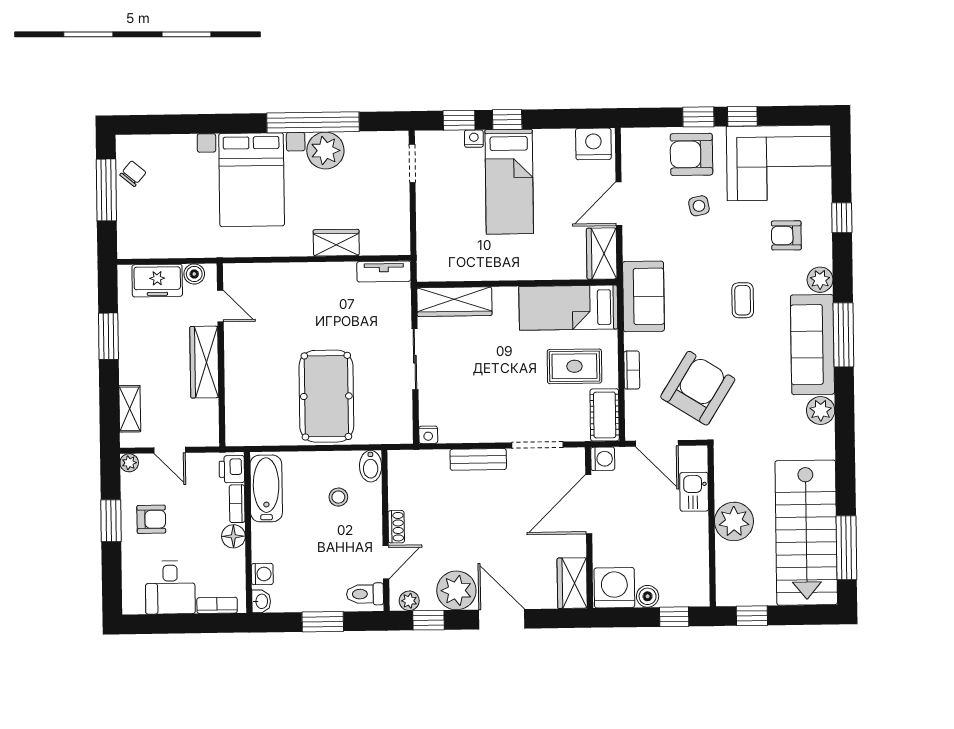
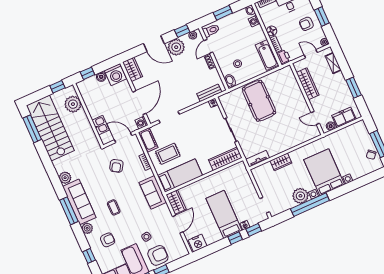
wardrobe: (204, 362) -> (308, 84), moved
armchair: (698, 388) -> (116, 166), width x0.53, depth x0.53
bench: (478, 459) -> (209, 93), moved
plant: (734, 521) -> (73, 104), moved

